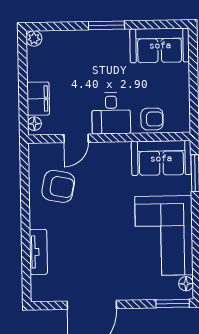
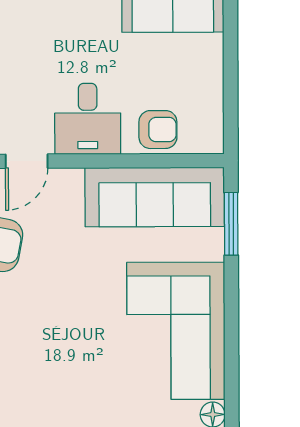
sofa: (161, 158) -> (155, 197), width x1.36

